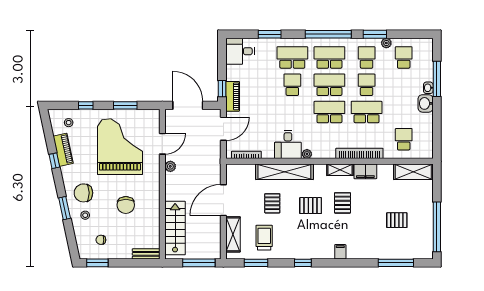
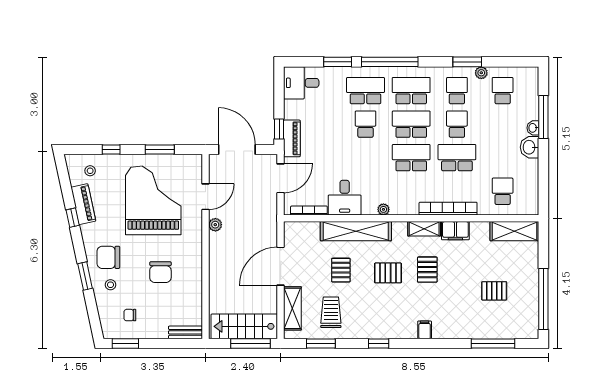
window: (328, 34) -> (390, 62), moved
desk: (288, 144) -> (345, 198), moved
stairs: (175, 228) -> (244, 326), moved, turned -90

